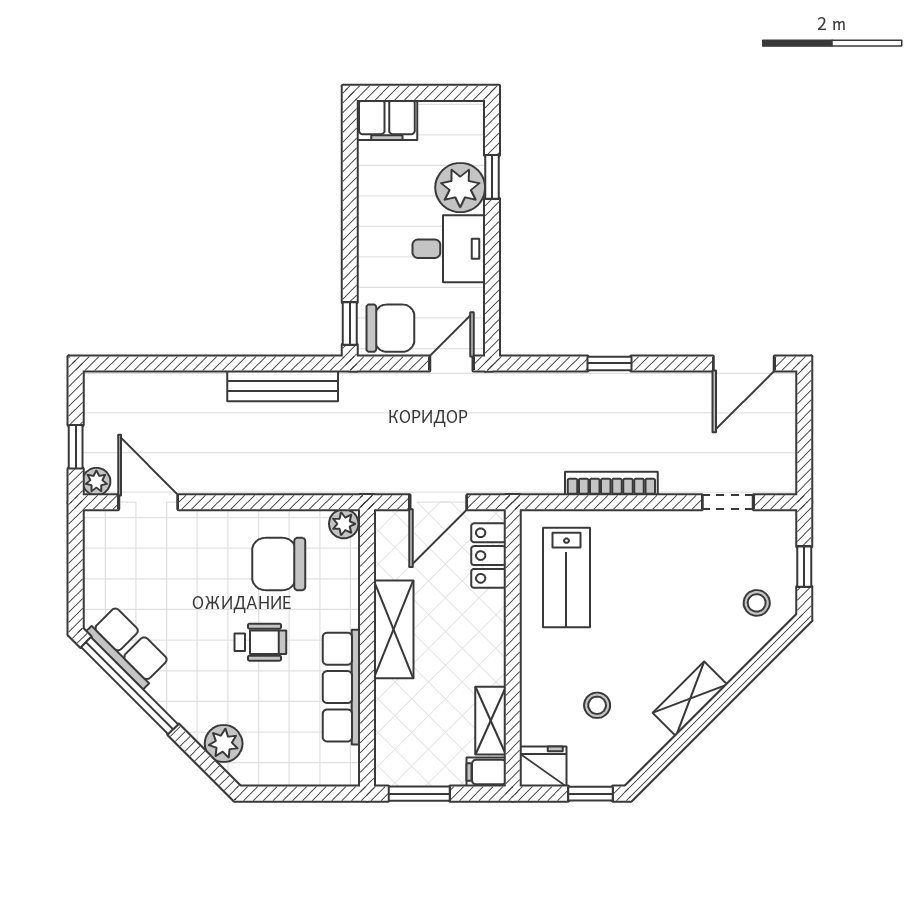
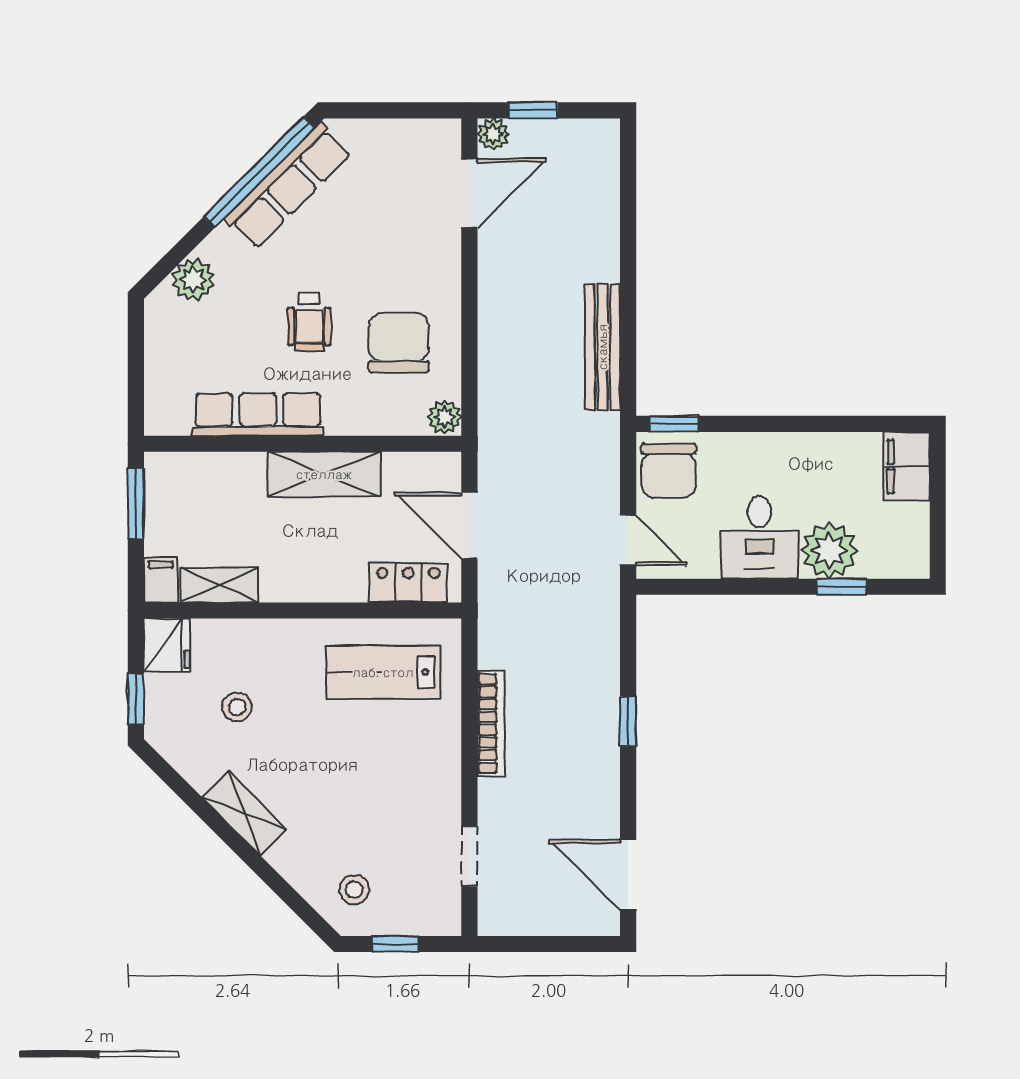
row of seats: (128, 647) -> (288, 186), width x1.48

